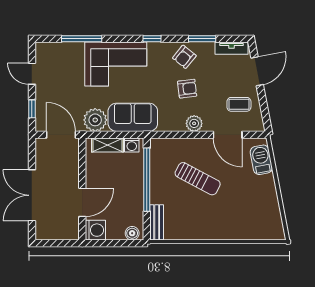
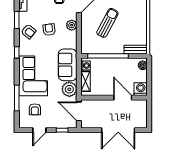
armchair: (64, 67) -> (35, 109), added
door: (61, 135) -> (79, 111), hinge flipped

